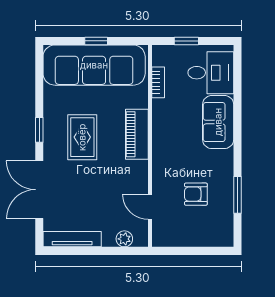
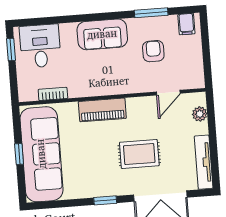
window: (186, 41) -> (11, 50), moved
sofa: (218, 122) -> (102, 34), moved
rug: (82, 137) -> (139, 154), moved
armchair: (196, 194) -> (153, 51), turned 180
filing cabinet: (222, 232) -> (186, 24), added

